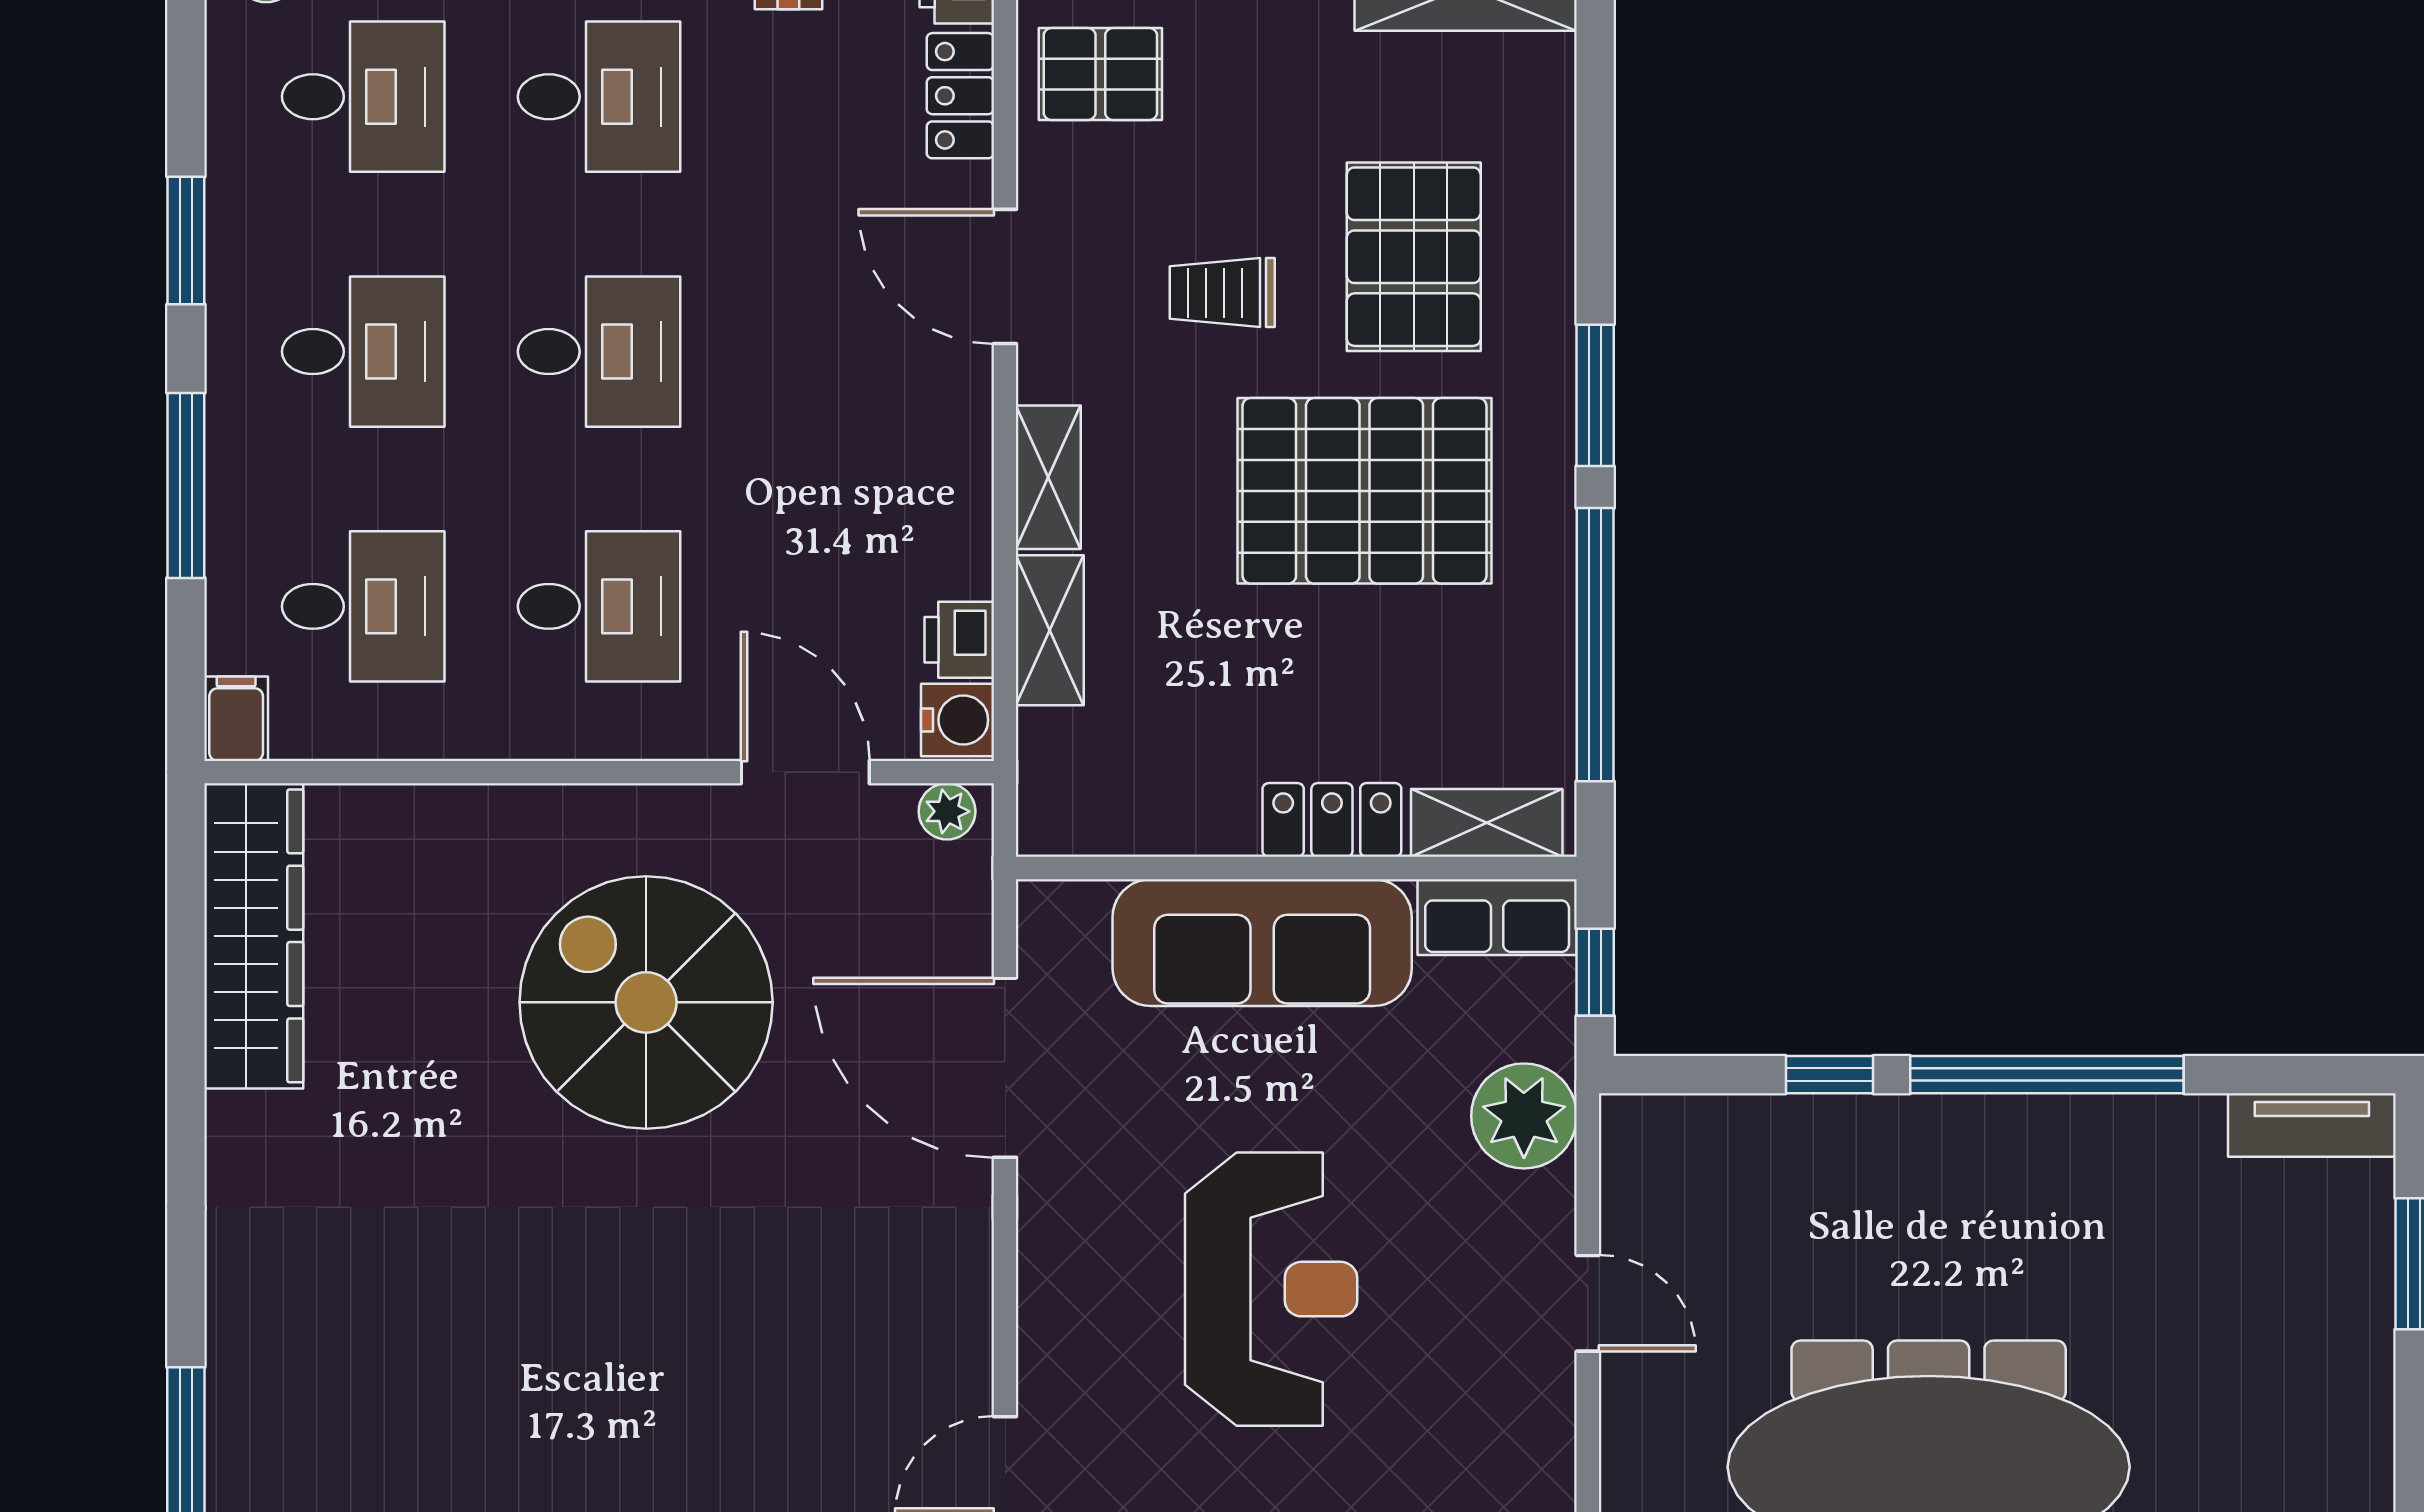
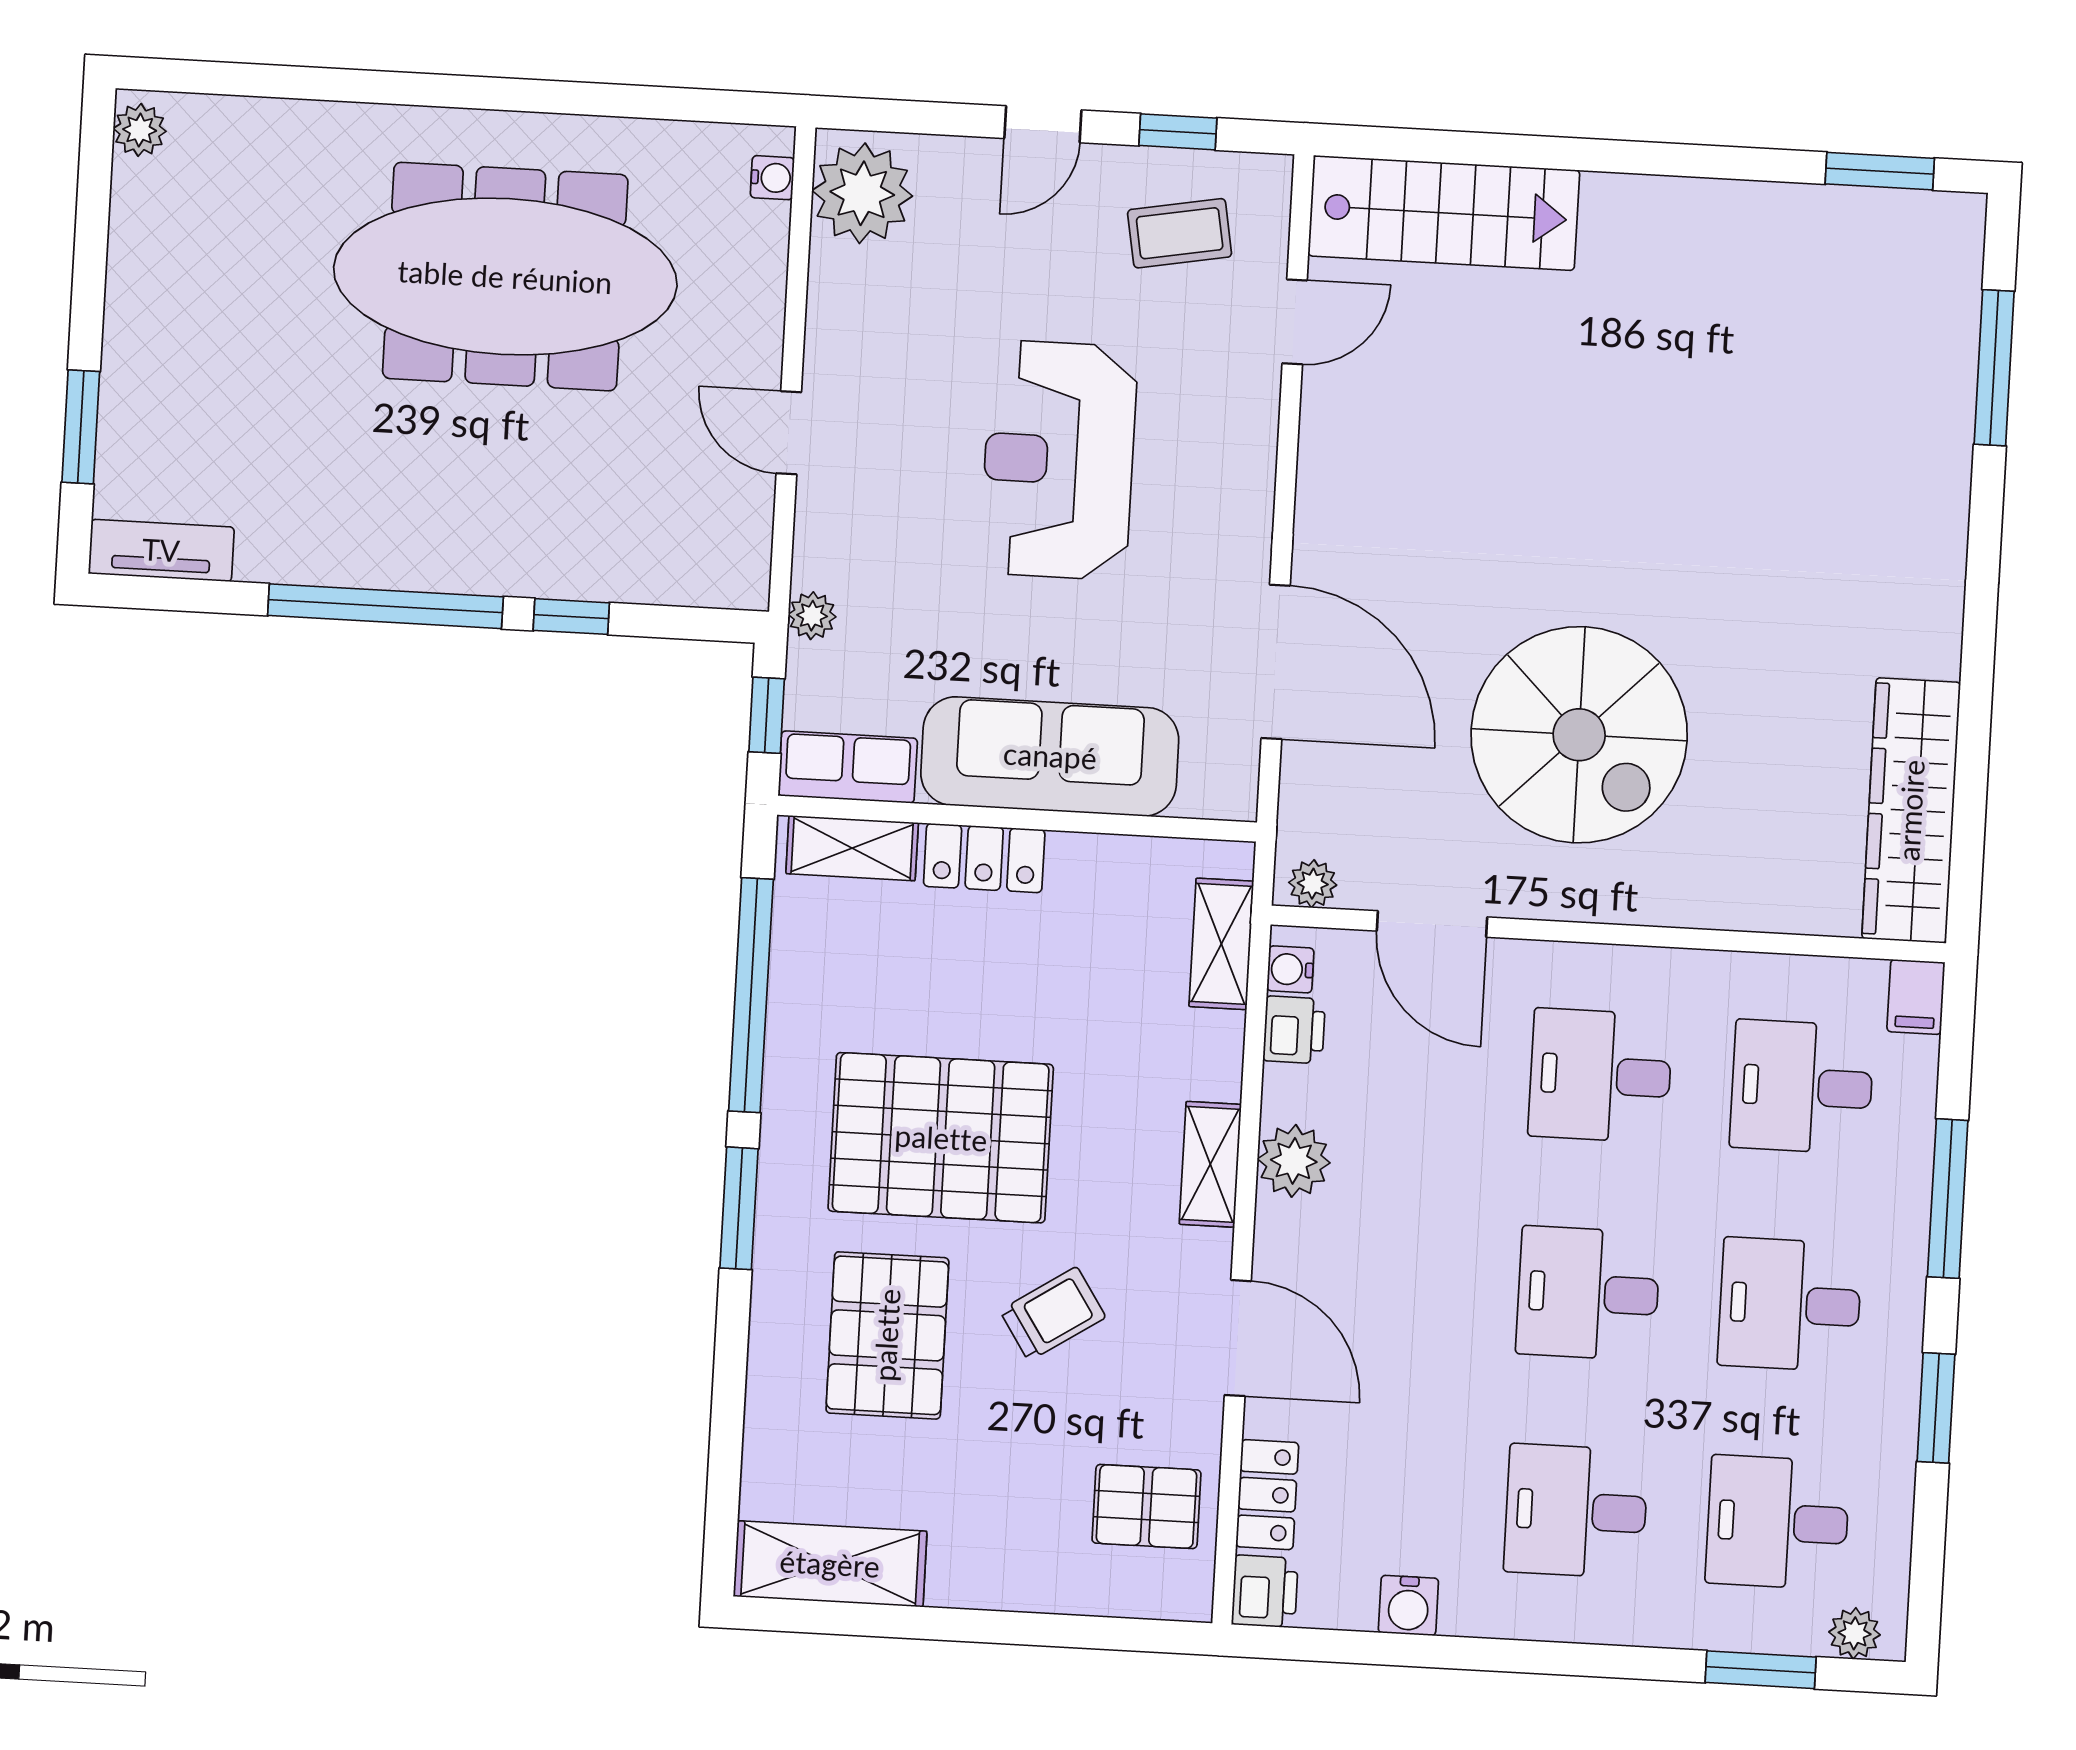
trolley: (1222, 293) -> (1053, 1314), turned -33
plant: (951, 487) -> (1294, 1161), added
shelving: (1050, 630) -> (1221, 944), moved
water cooler: (957, 720) -> (1290, 969), width x0.72, depth x0.72
plant: (1524, 1116) -> (812, 616), width x0.53, depth x0.53

